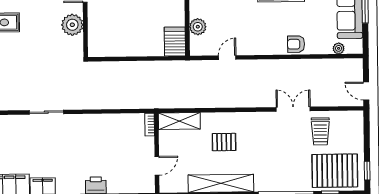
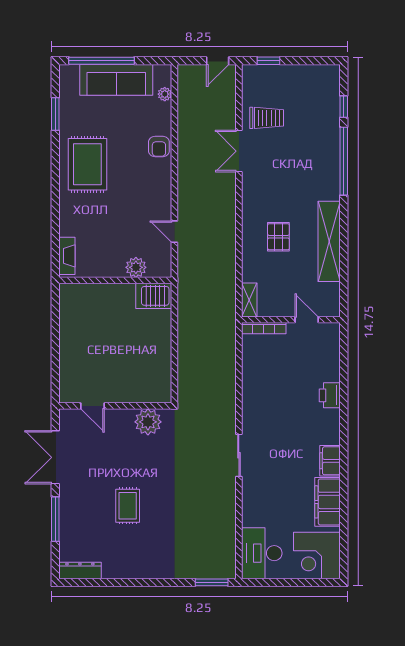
plant: (72, 25) -> (148, 422), moved
shelving: (179, 121) -> (249, 300), width x0.67, depth x0.75
bookcase: (150, 125) -> (264, 328), width x1.56
pallet: (335, 171) -> (315, 101), removed
window: (367, 171) -> (269, 61), moved

